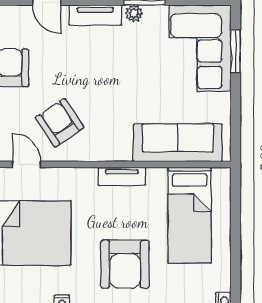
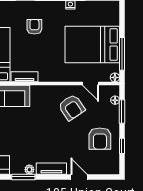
tv unit: (122, 176) -> (24, 77), moved
armchair: (125, 264) -> (34, 27), width x0.53, depth x0.53

